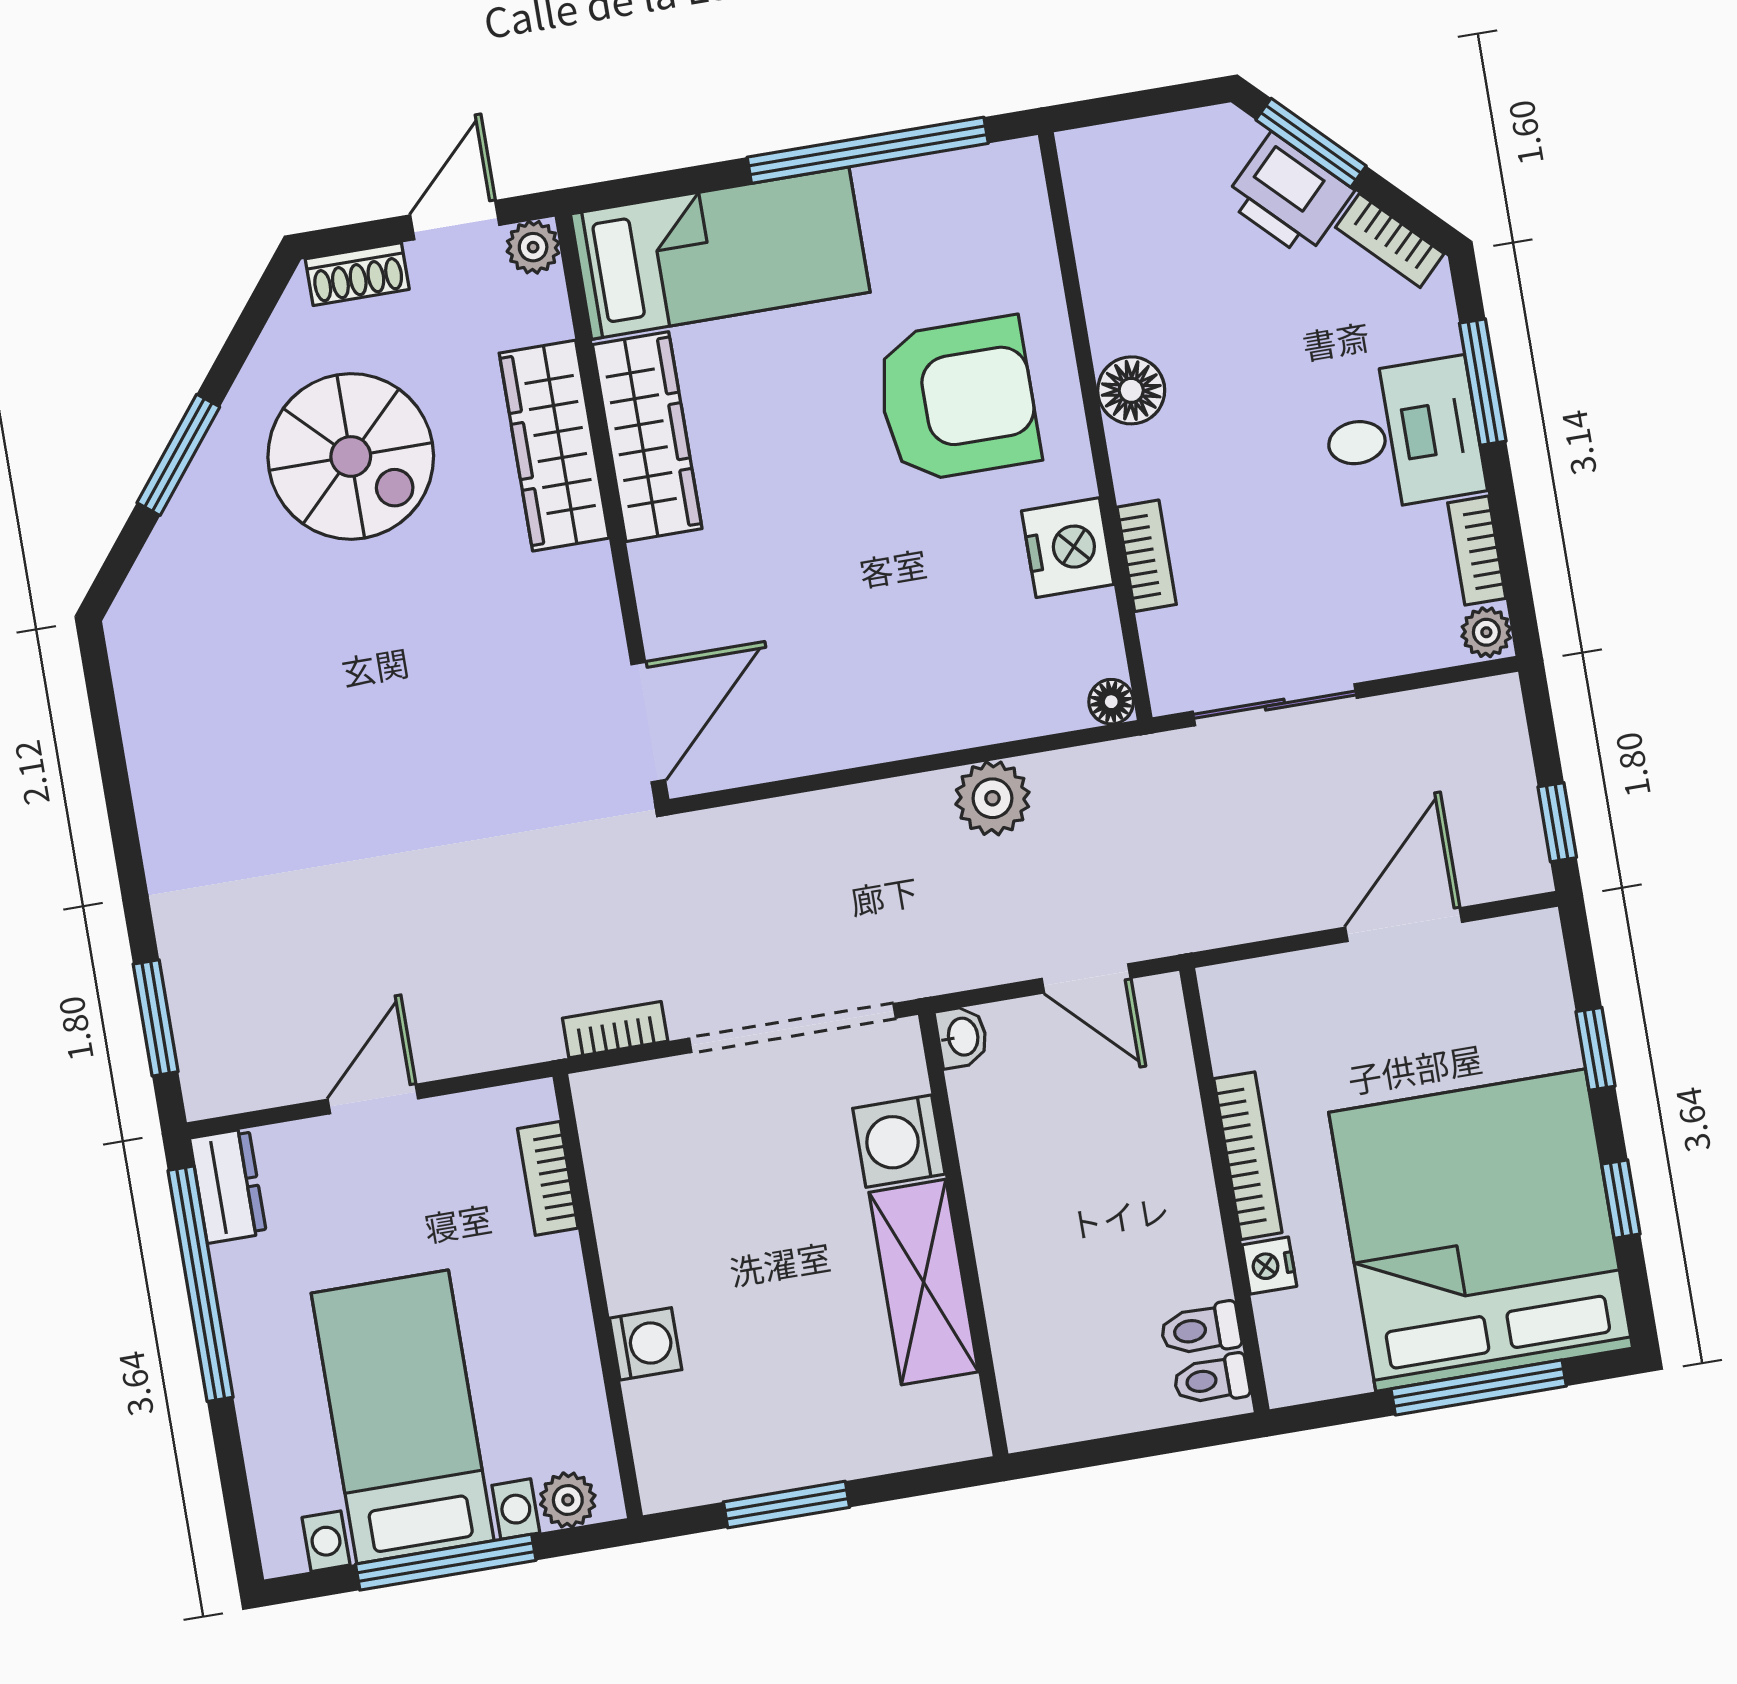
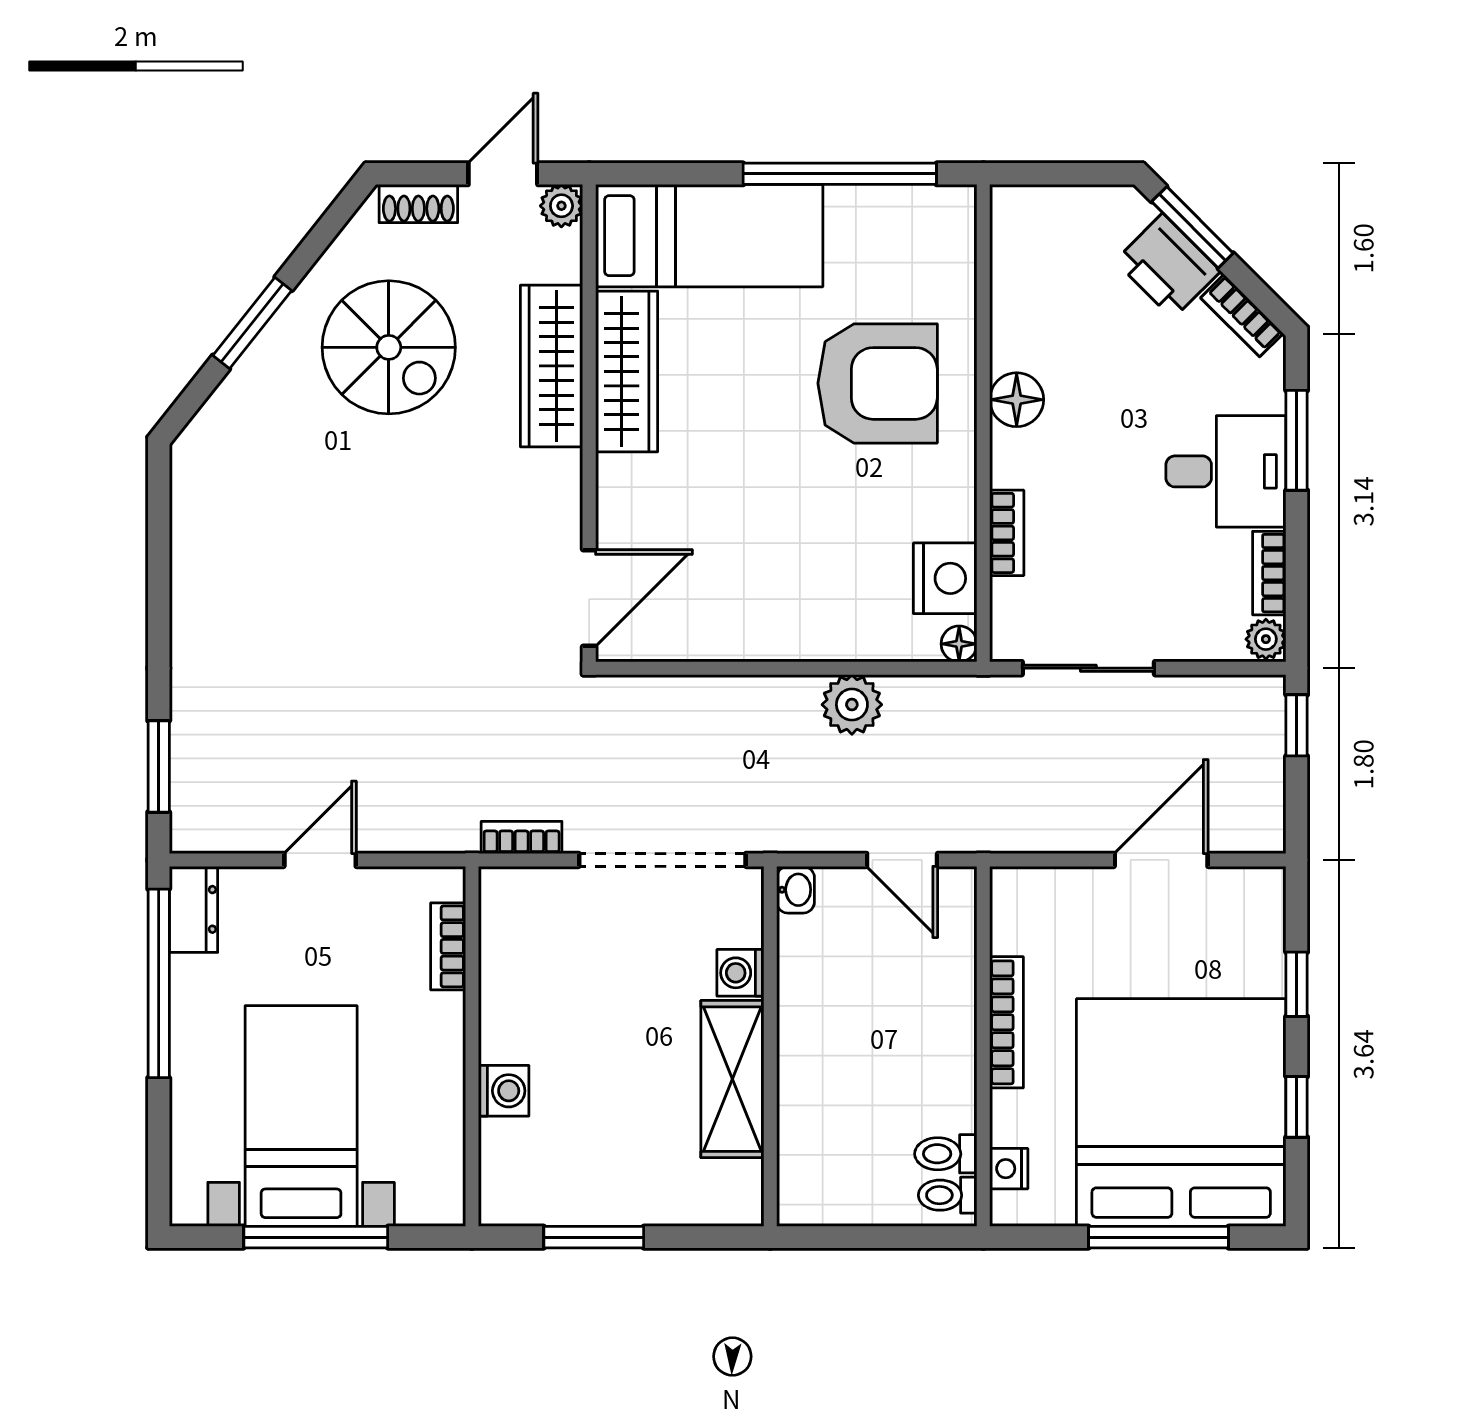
nightstand: (1068, 548) -> (945, 578), moved
window: (1557, 822) -> (1297, 725), moved
washing machine: (899, 1141) -> (740, 973), width x0.73, depth x0.73
nightstand: (1269, 1266) -> (1009, 1169), moved
plant: (568, 1500) -> (421, 1204), removed

